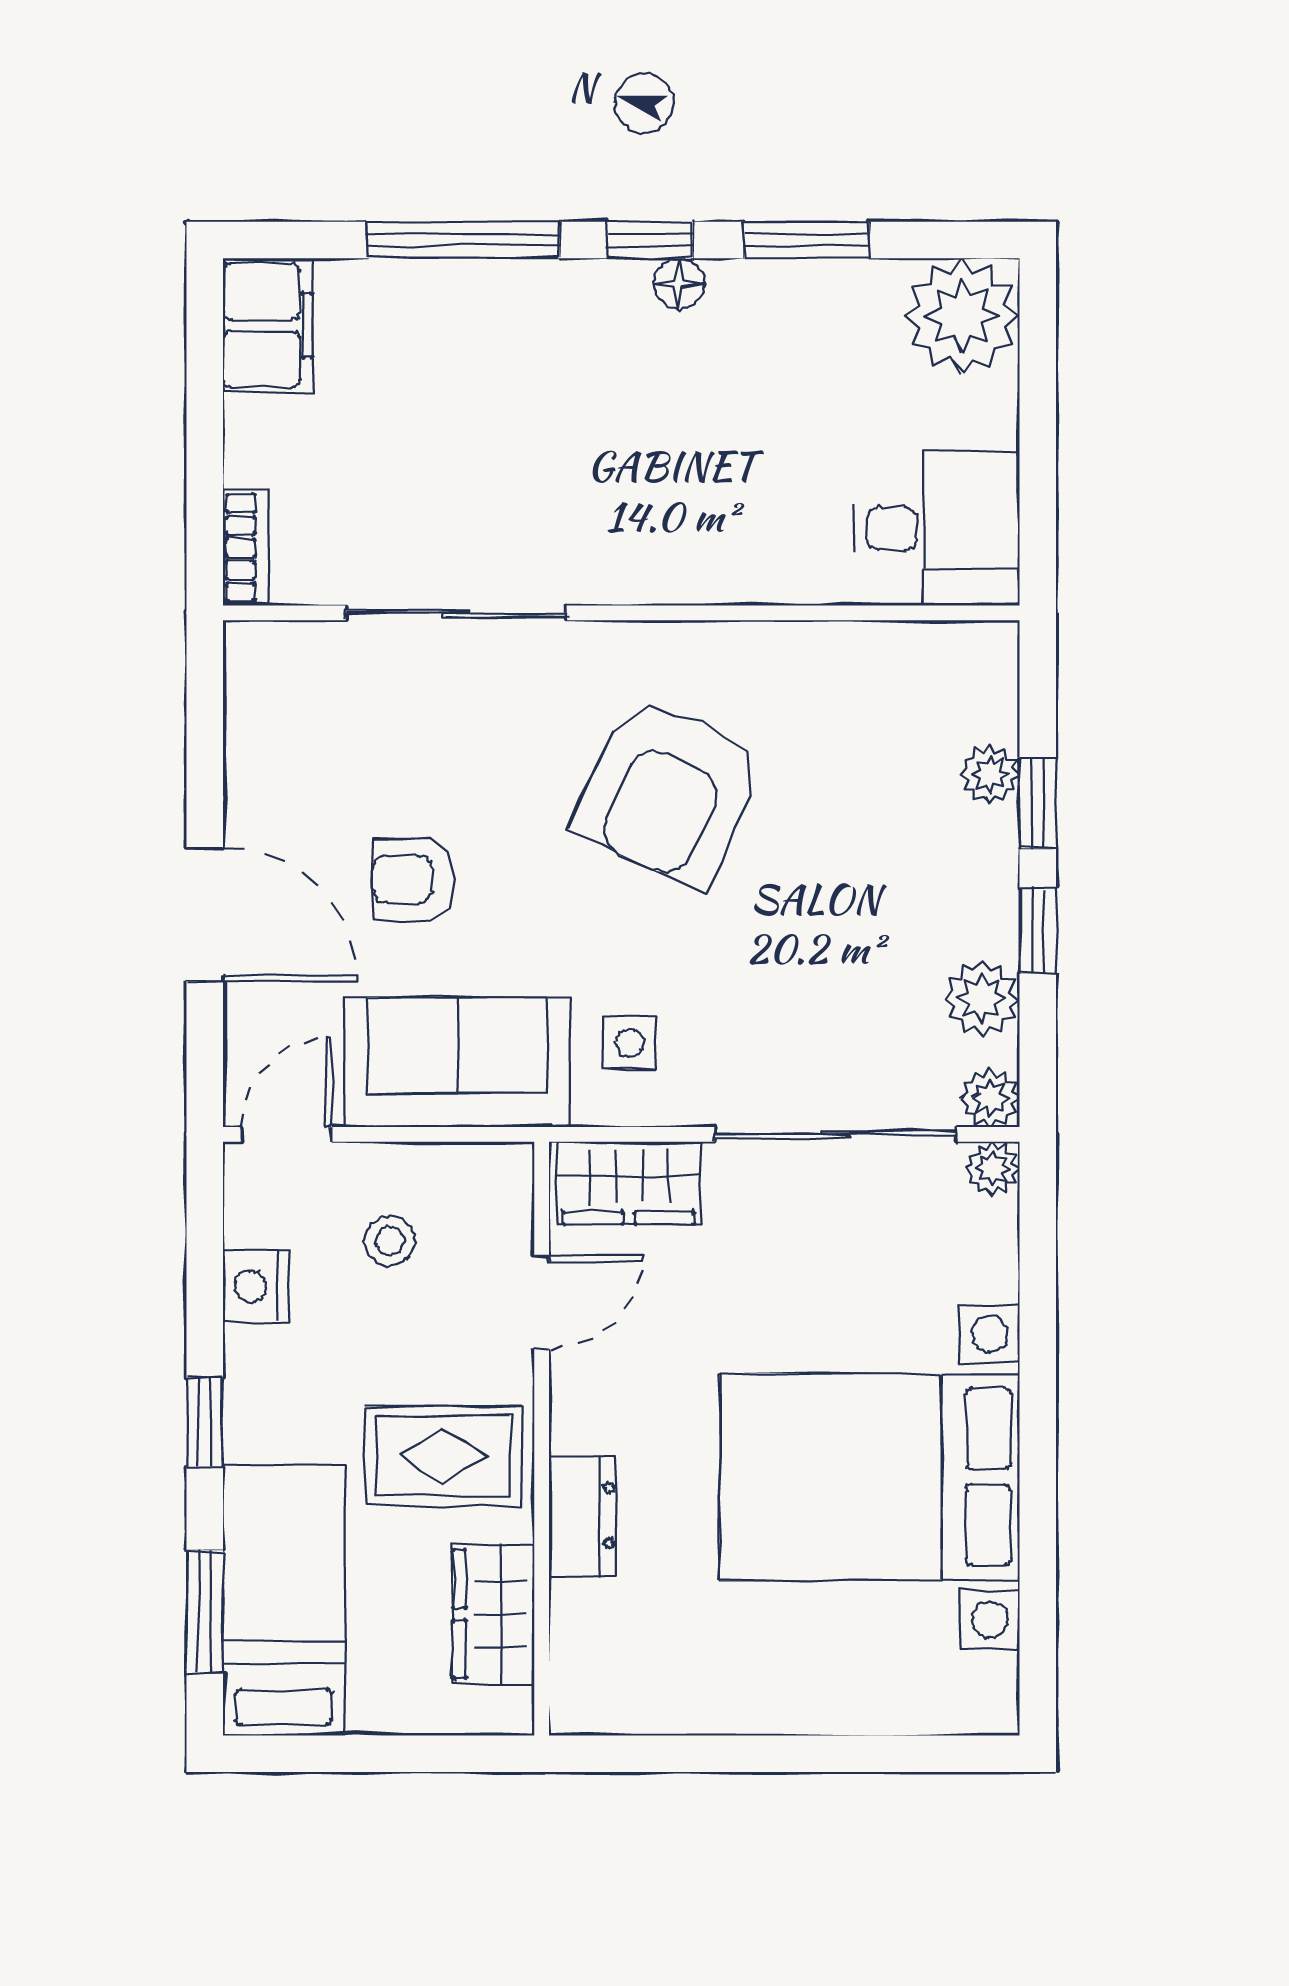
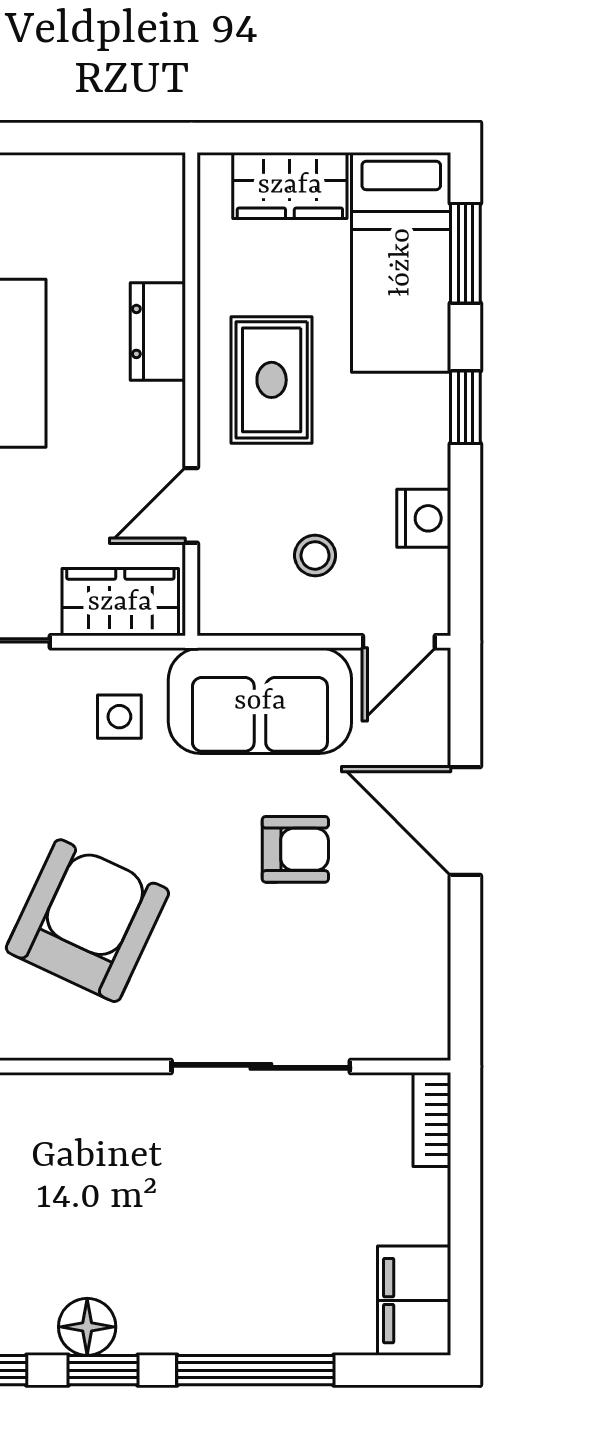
floor lamp: (679, 284) -> (87, 1327), width x1.37, depth x1.37
rug: (443, 1456) -> (272, 380), turned 90
wardrobe: (494, 1614) -> (290, 185), moved, turned 90

